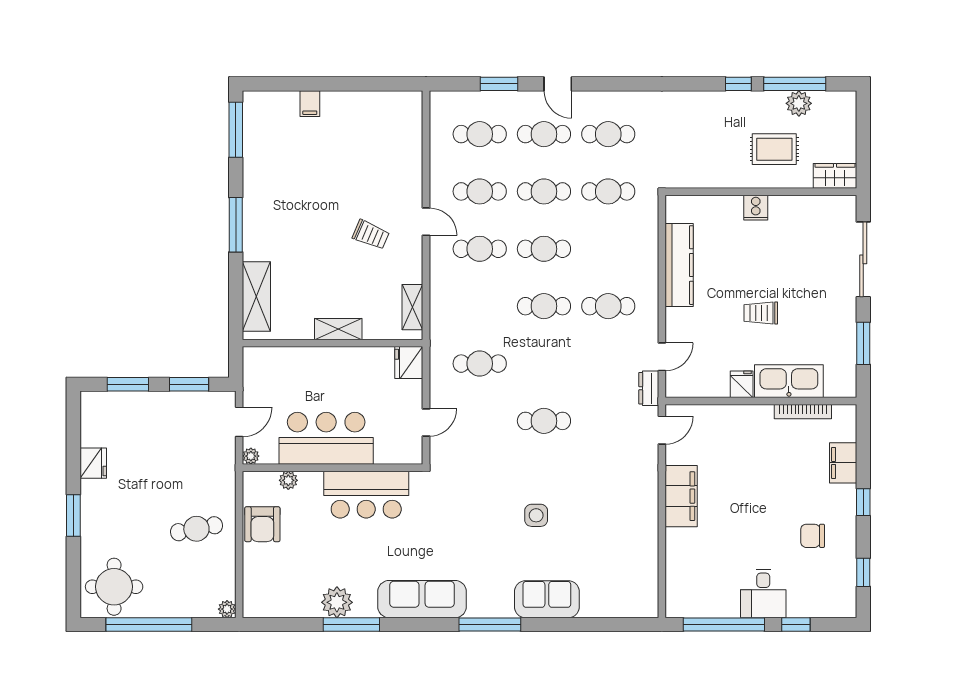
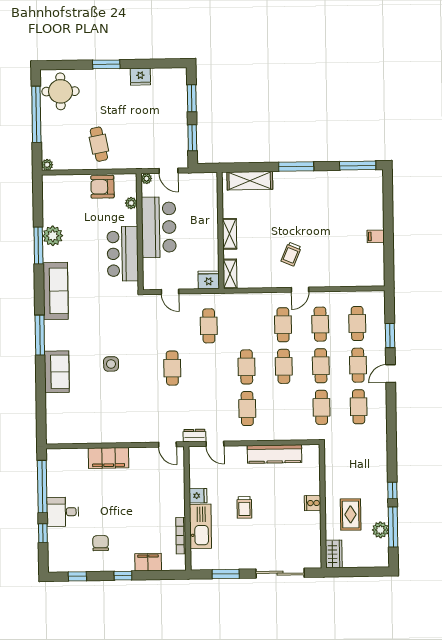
filing cabinet: (310, 104) -> (376, 236), moved
shelving: (412, 307) -> (230, 274), moved, turned 90
trolley: (761, 313) -> (244, 507), turned 180
filing cabinet: (681, 496) -> (108, 458), moved

